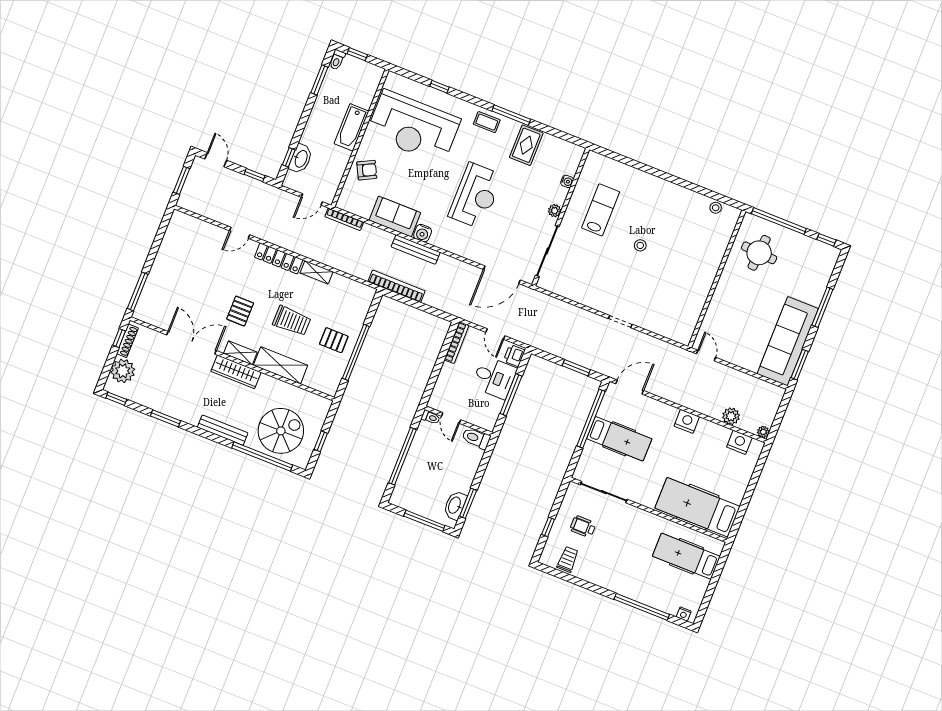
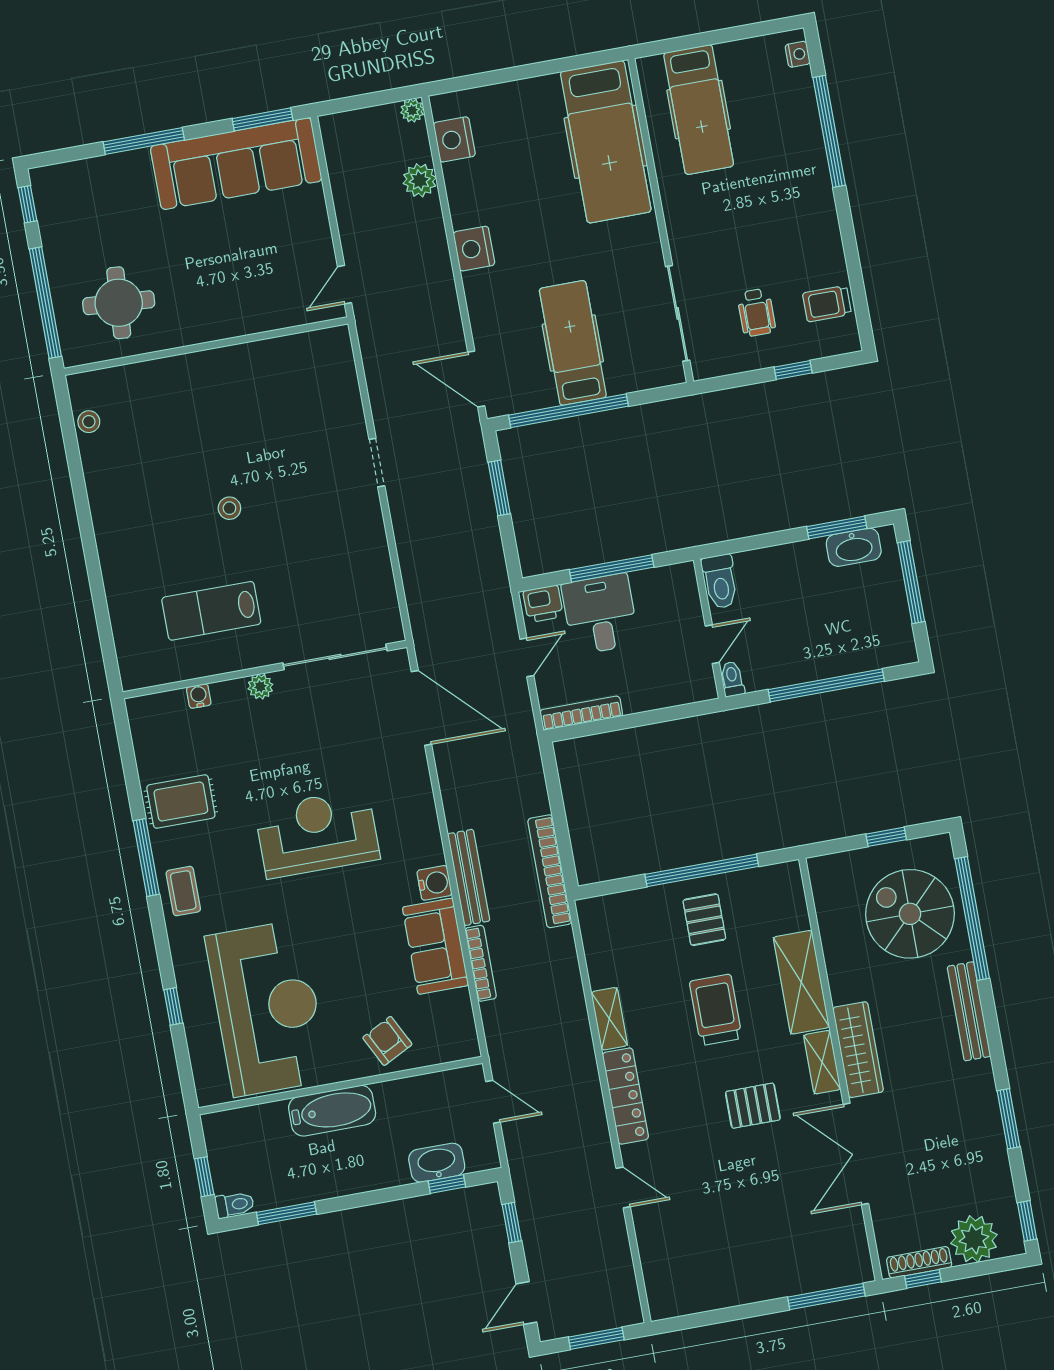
bookcase: (344, 219) -> (481, 963), moved

